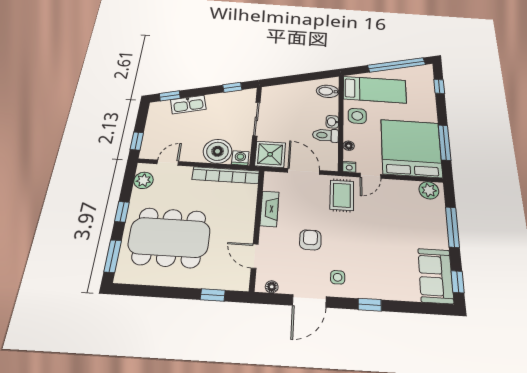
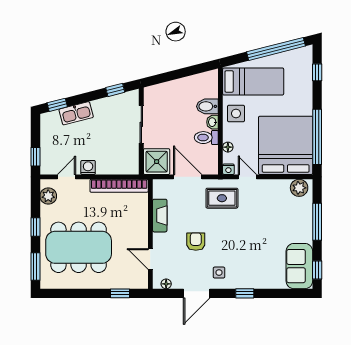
bidet: (328, 91) -> (207, 106), moved
window: (445, 143) -> (317, 137), width x1.46
boiler: (218, 151) -> (109, 162), removed
washing machine: (240, 158) -> (88, 167), moved
door: (370, 176) -> (247, 177), swing flipped
rug: (342, 195) -> (222, 198), turned 90

